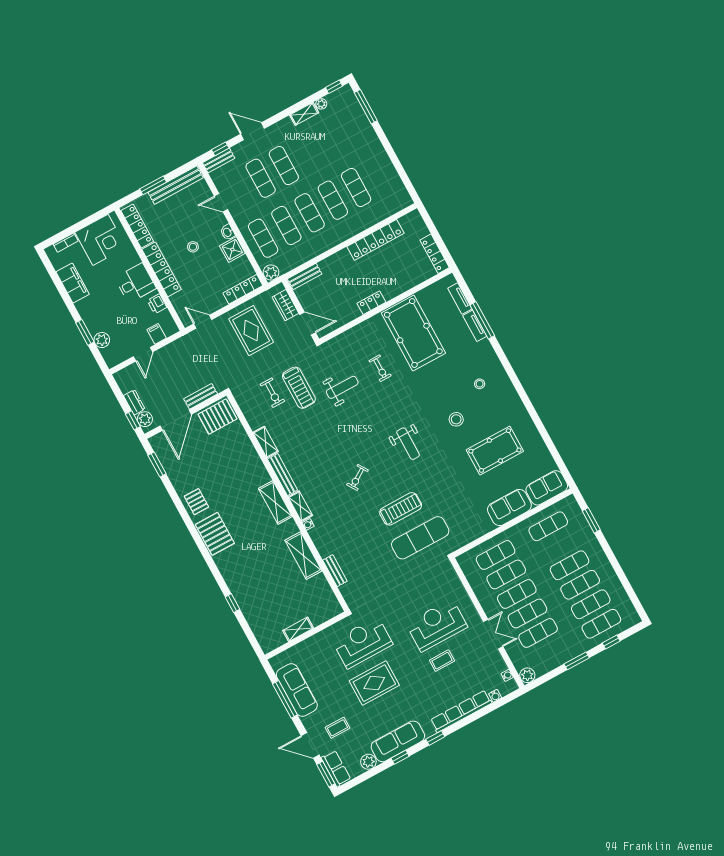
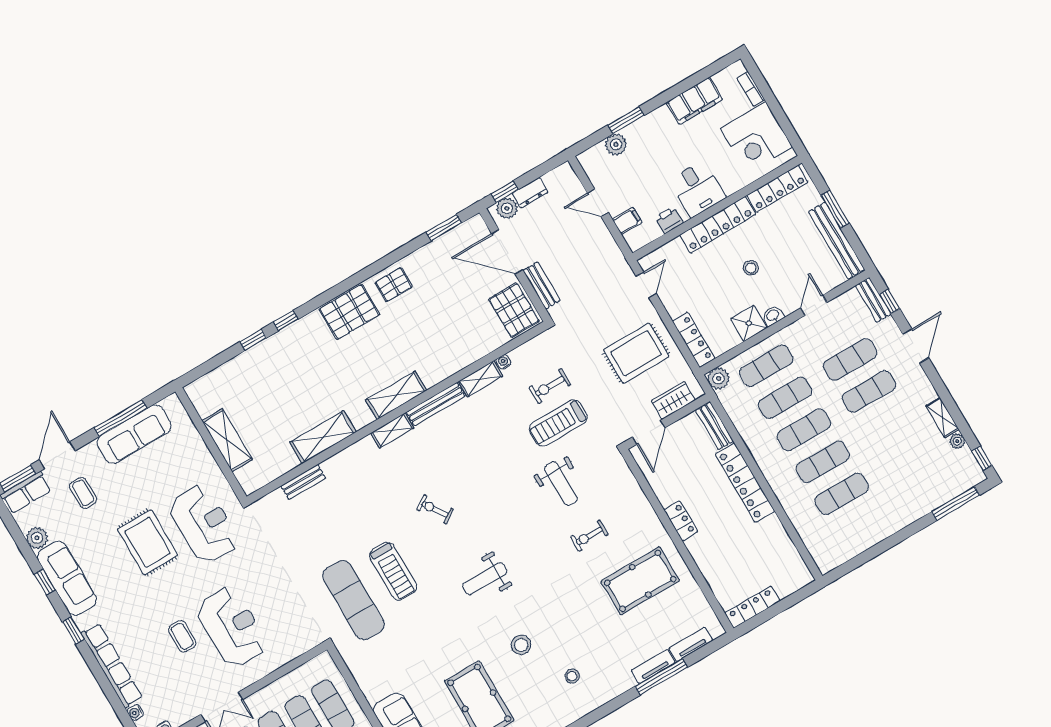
locker: (375, 240) -> (745, 483), moved
pool table: (413, 333) -> (640, 581), width x0.73, depth x0.76
water cooler: (308, 524) -> (504, 362), moved
window: (220, 579) -> (286, 321), added
shelving: (298, 629) -> (227, 440), width x1.50, depth x1.33

